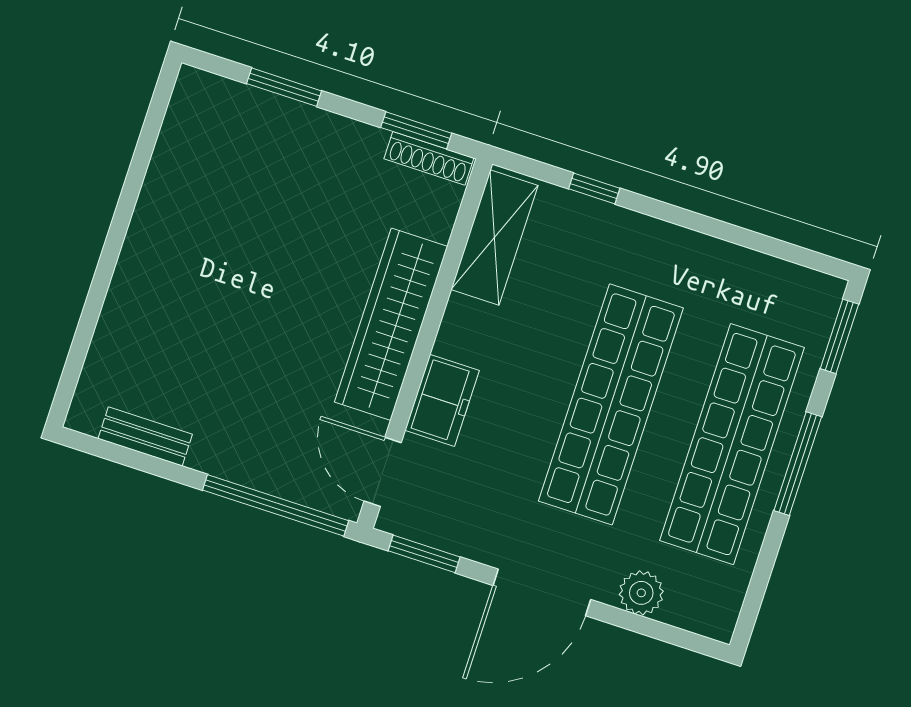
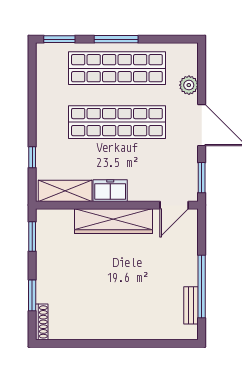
shoe rack: (429, 158) -> (42, 322), moved
freezer: (442, 400) -> (110, 191), moved
window: (276, 505) -> (202, 287), moved

